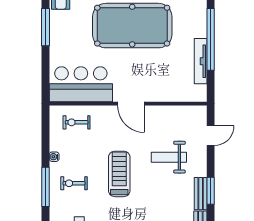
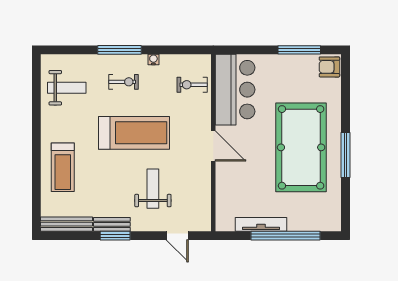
door: (131, 104) -> (213, 146), swing flipped
exercise bike: (77, 122) -> (192, 85), turned -90
treadmill: (119, 174) -> (134, 133), width x1.37, depth x1.38
exercise bike: (74, 183) -> (124, 82), turned 90

